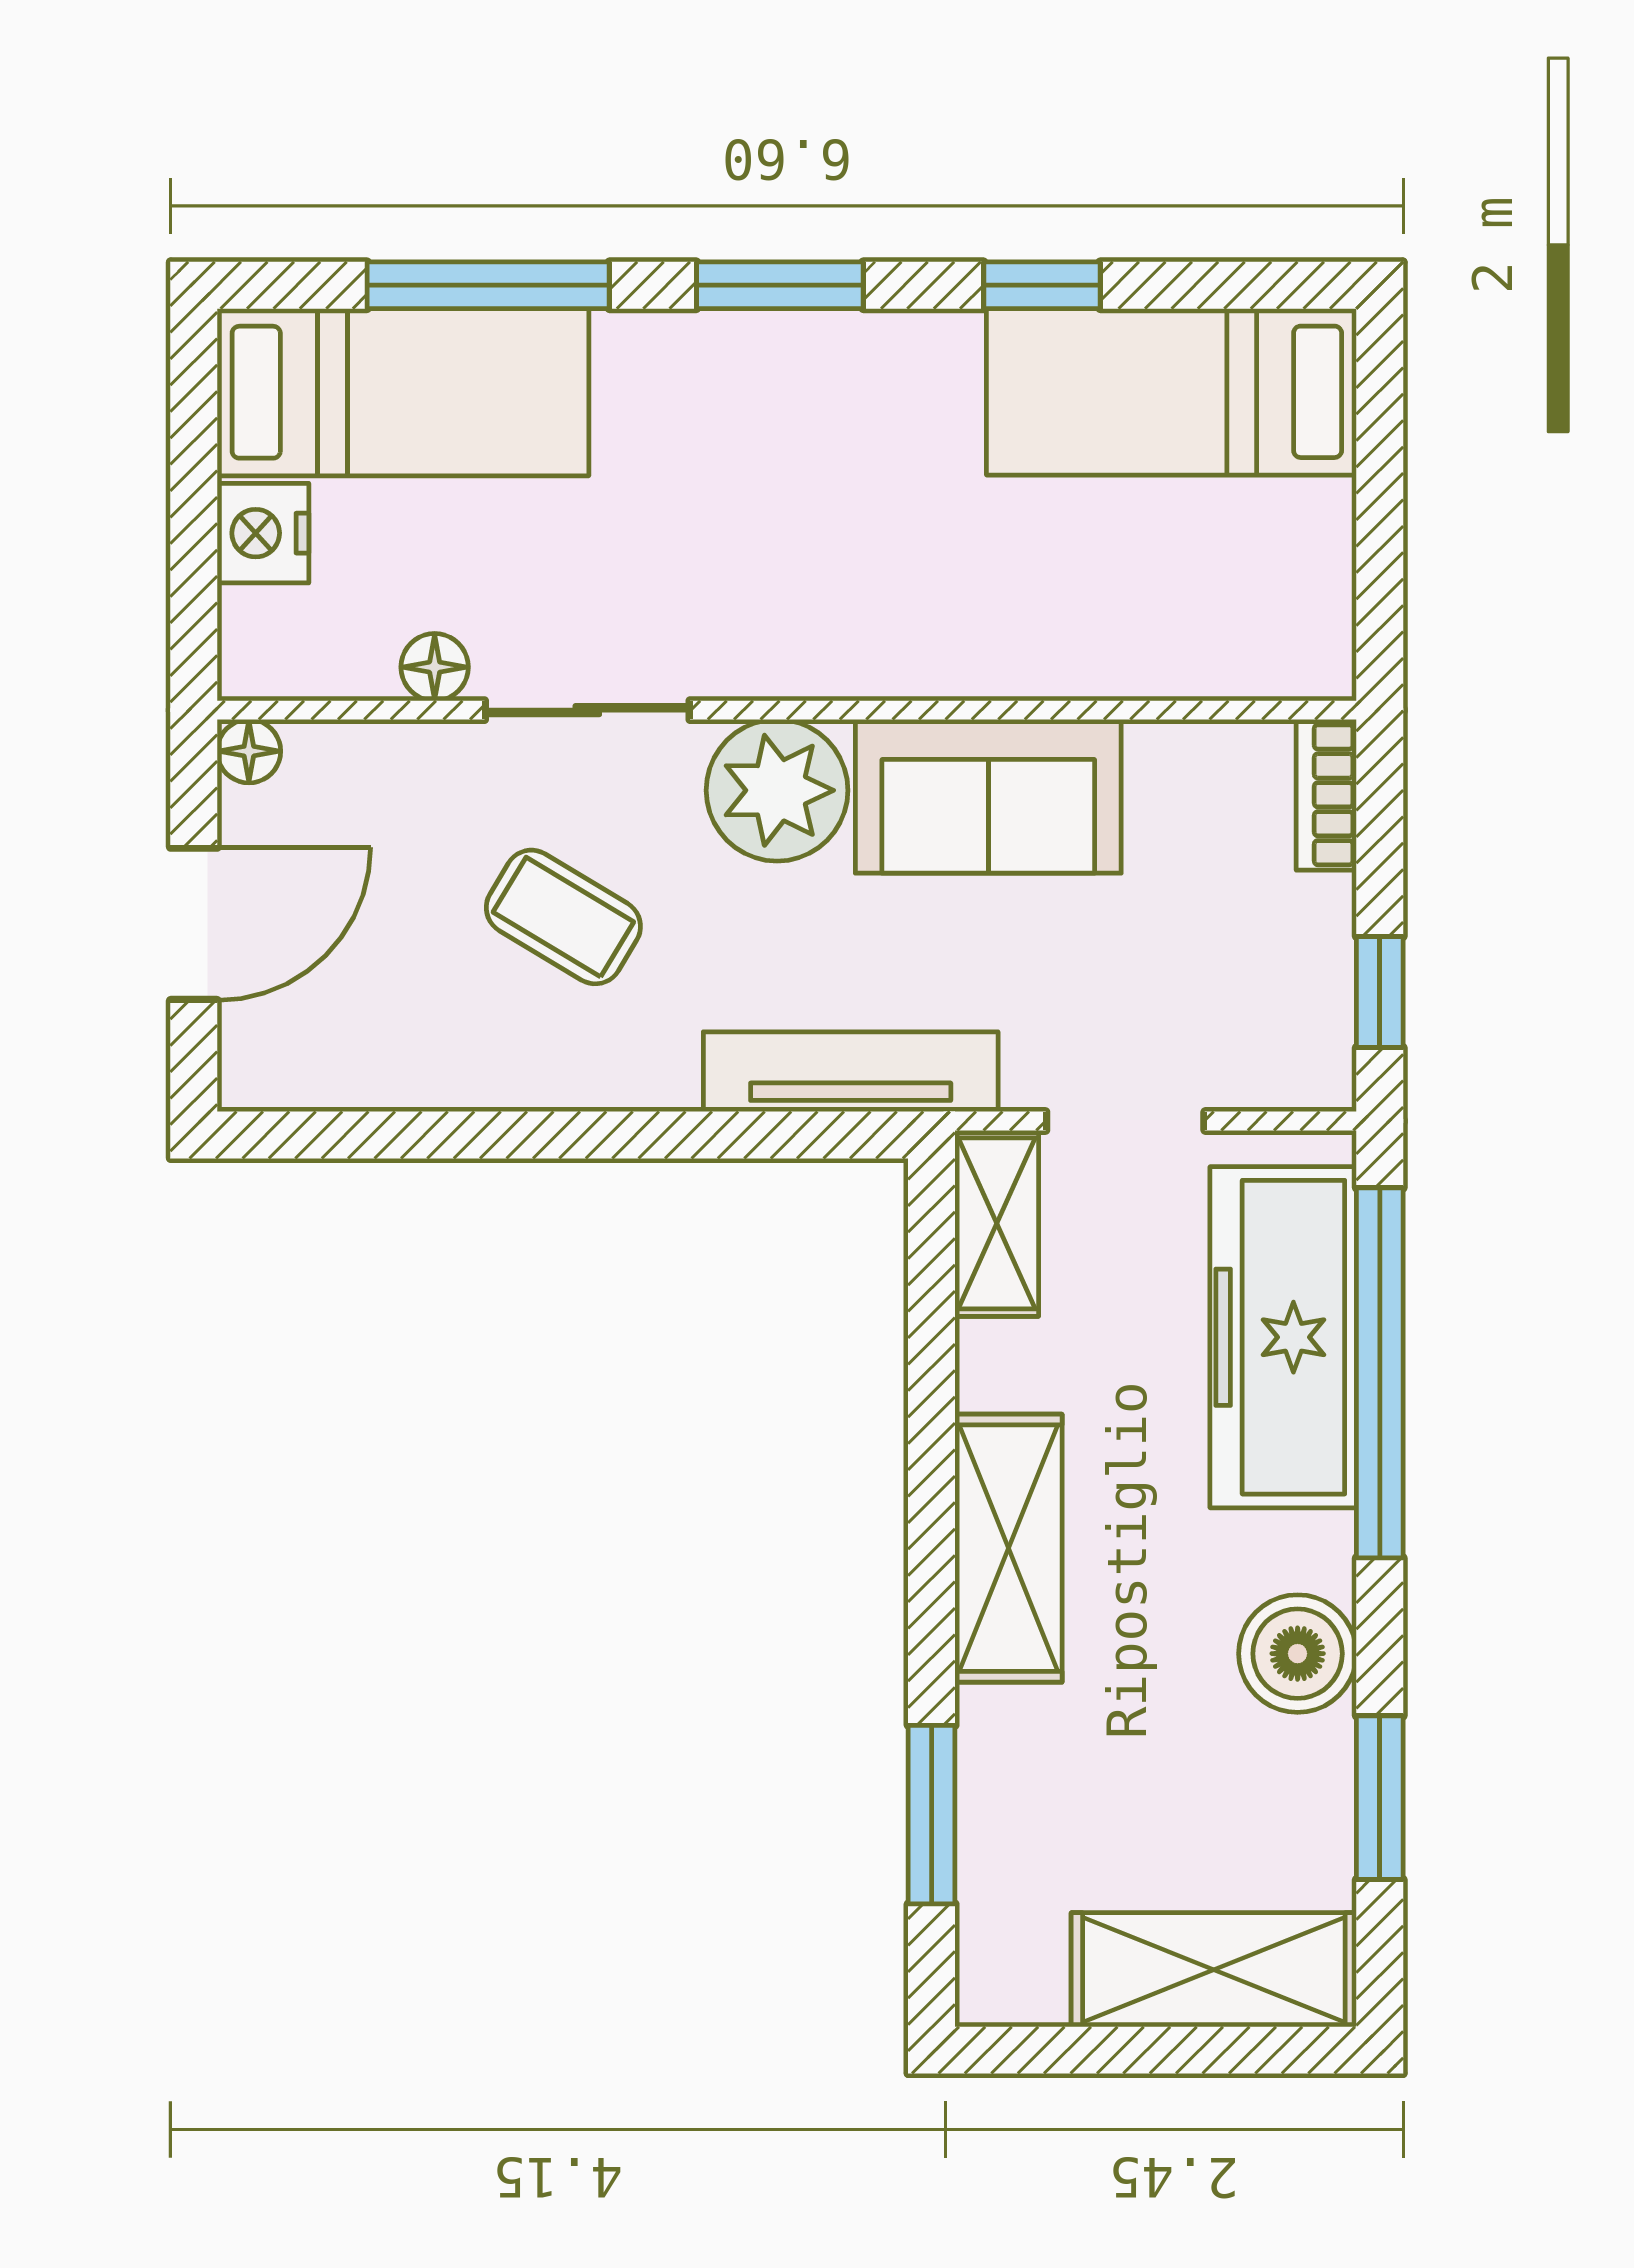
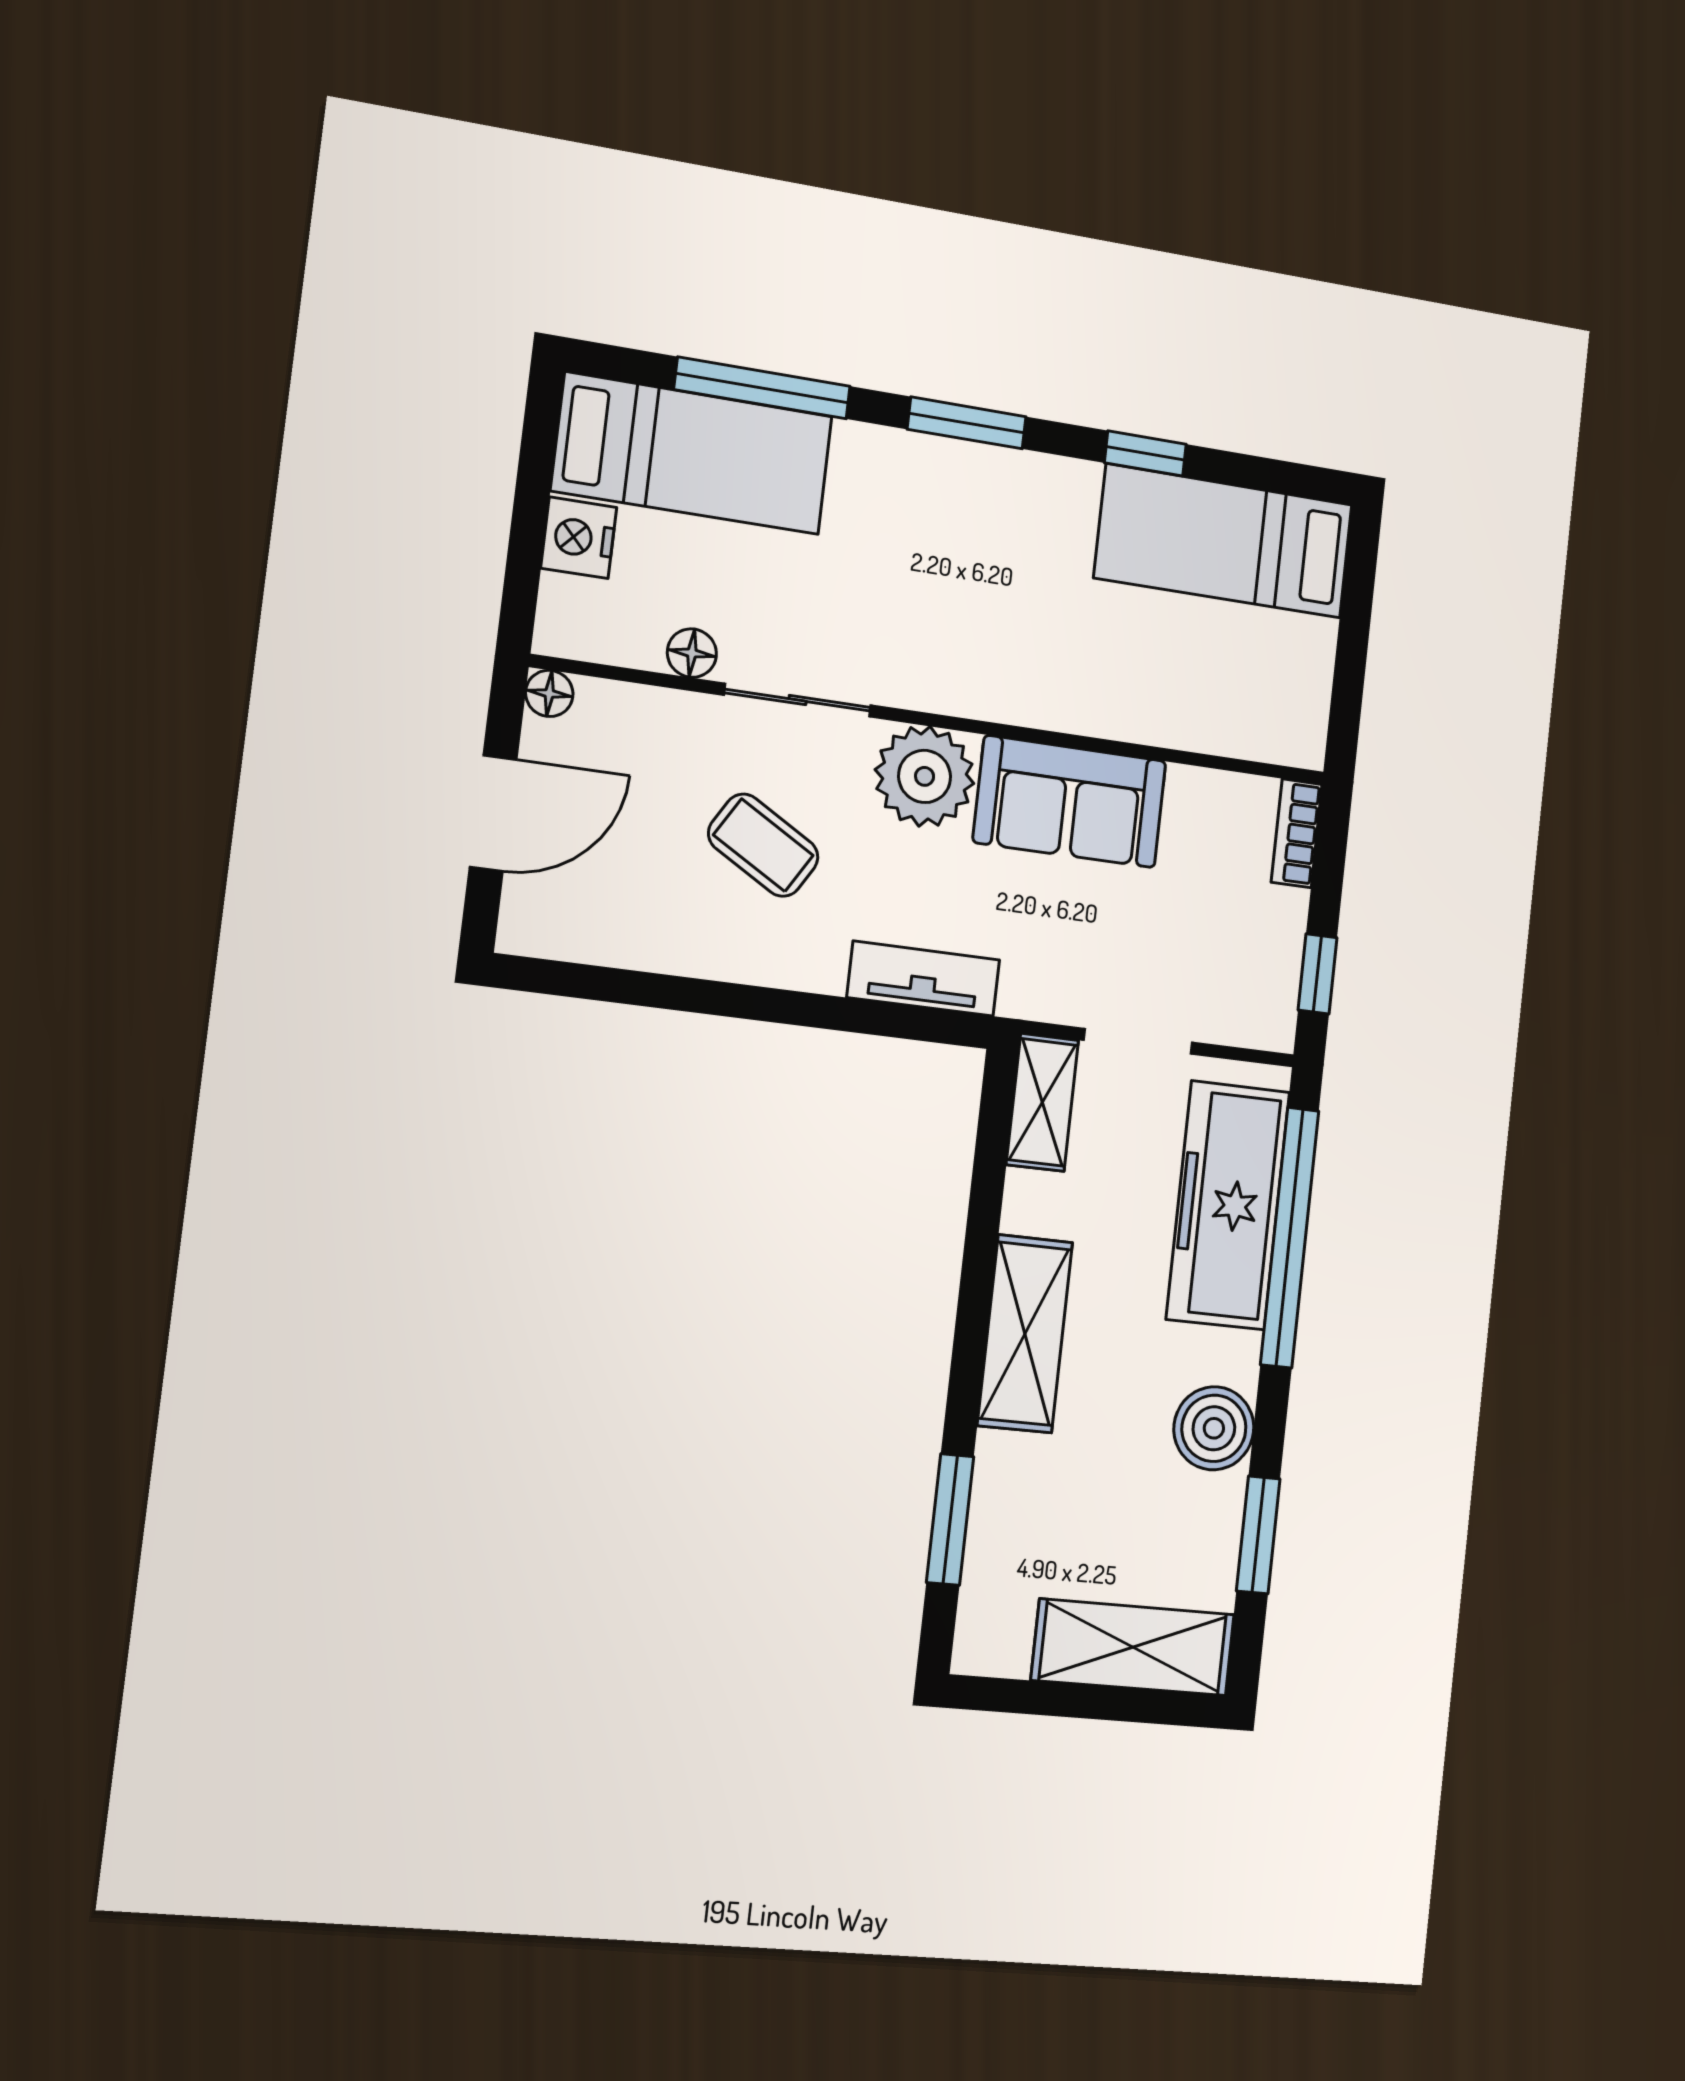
tv unit: (851, 1072) -> (923, 979), width x0.71

